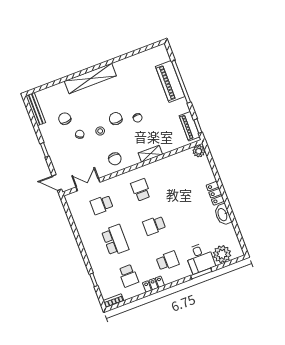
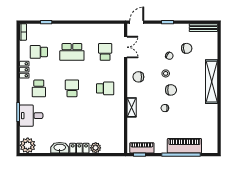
plant: (199, 151) -> (96, 148), moved
plant: (222, 254) -> (28, 145), moved

